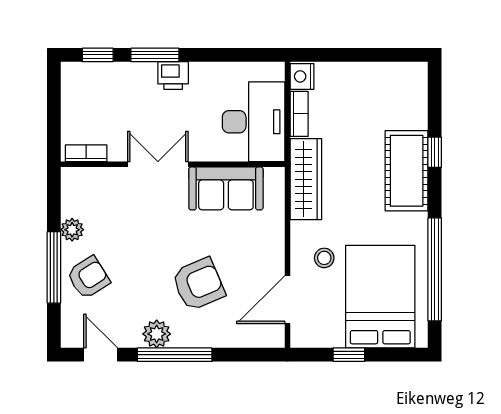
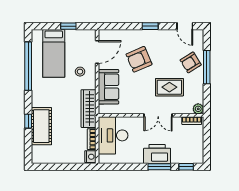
printer: (173, 76) -> (157, 154), width x1.87, depth x1.48
cot: (407, 171) -> (41, 126), moved
sofa: (226, 188) -> (109, 87), moved, turned 90
rug: (133, 225) -> (169, 87), added
plant: (72, 230) -> (198, 109), moved
bed: (380, 297) -> (54, 53), width x0.67
plant: (157, 334) -> (159, 36), removed
window: (175, 355) -> (150, 26), width x0.46

